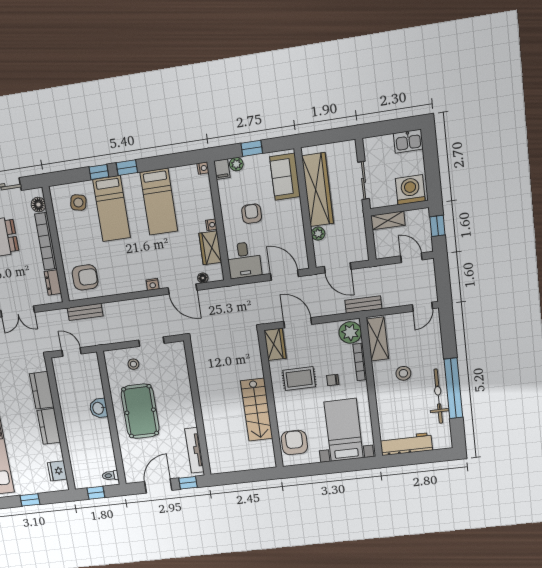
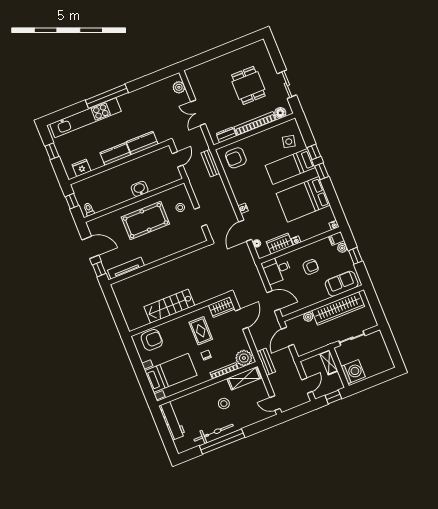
kitchen sink: (408, 141) -> (385, 361), removed
bed: (159, 202) -> (303, 199), width x1.50
door: (284, 275) -> (273, 301), hinge flipped
armchair: (85, 277) -> (236, 158), turned 90

